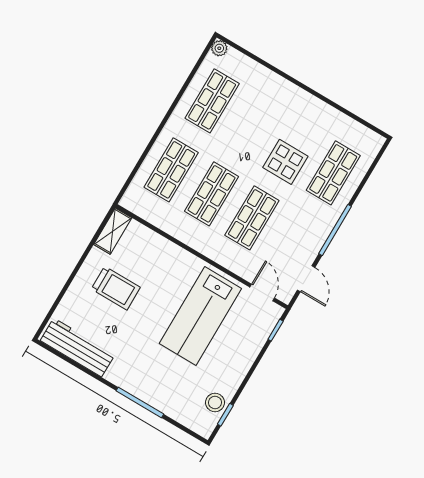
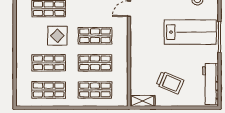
plant: (219, 48) -> (20, 102), removed
shop shelf: (252, 125) -> (49, 63), added
trolley: (116, 288) -> (170, 83), turned 113
lab bench: (200, 316) -> (190, 32), moved

